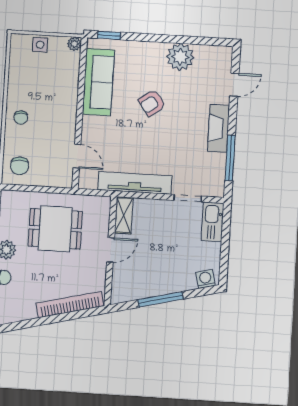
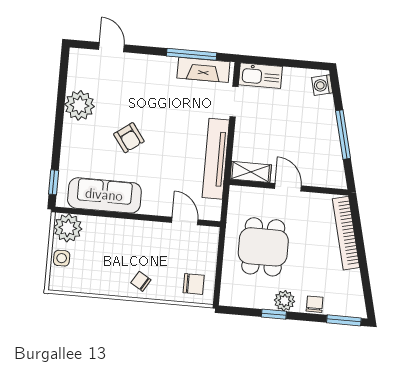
plant: (74, 44) -> (68, 228), width x1.87, depth x1.87
chair: (21, 118) -> (141, 281), turned -149
fireplace: (219, 128) -> (203, 70), moved
door: (77, 156) -> (185, 221), hinge flipped

